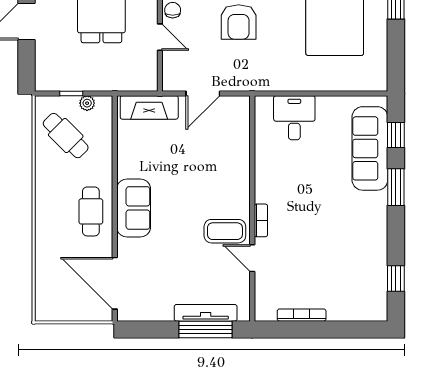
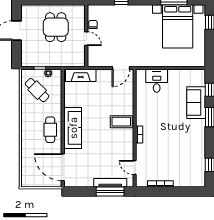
armchair: (239, 22) -> (127, 31), removed
door: (203, 93) -> (121, 68), moved
sofa: (370, 148) -> (196, 103), width x0.73
sofa: (134, 208) -> (73, 128), width x1.36
coffee table: (225, 231) -> (121, 122), moved
door: (252, 258) -> (135, 167), moved

